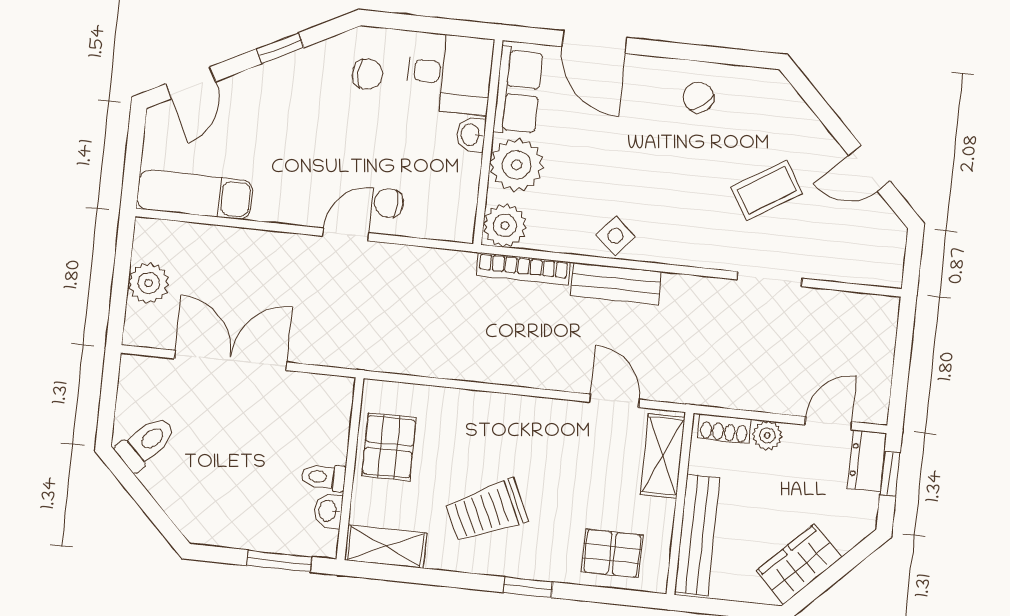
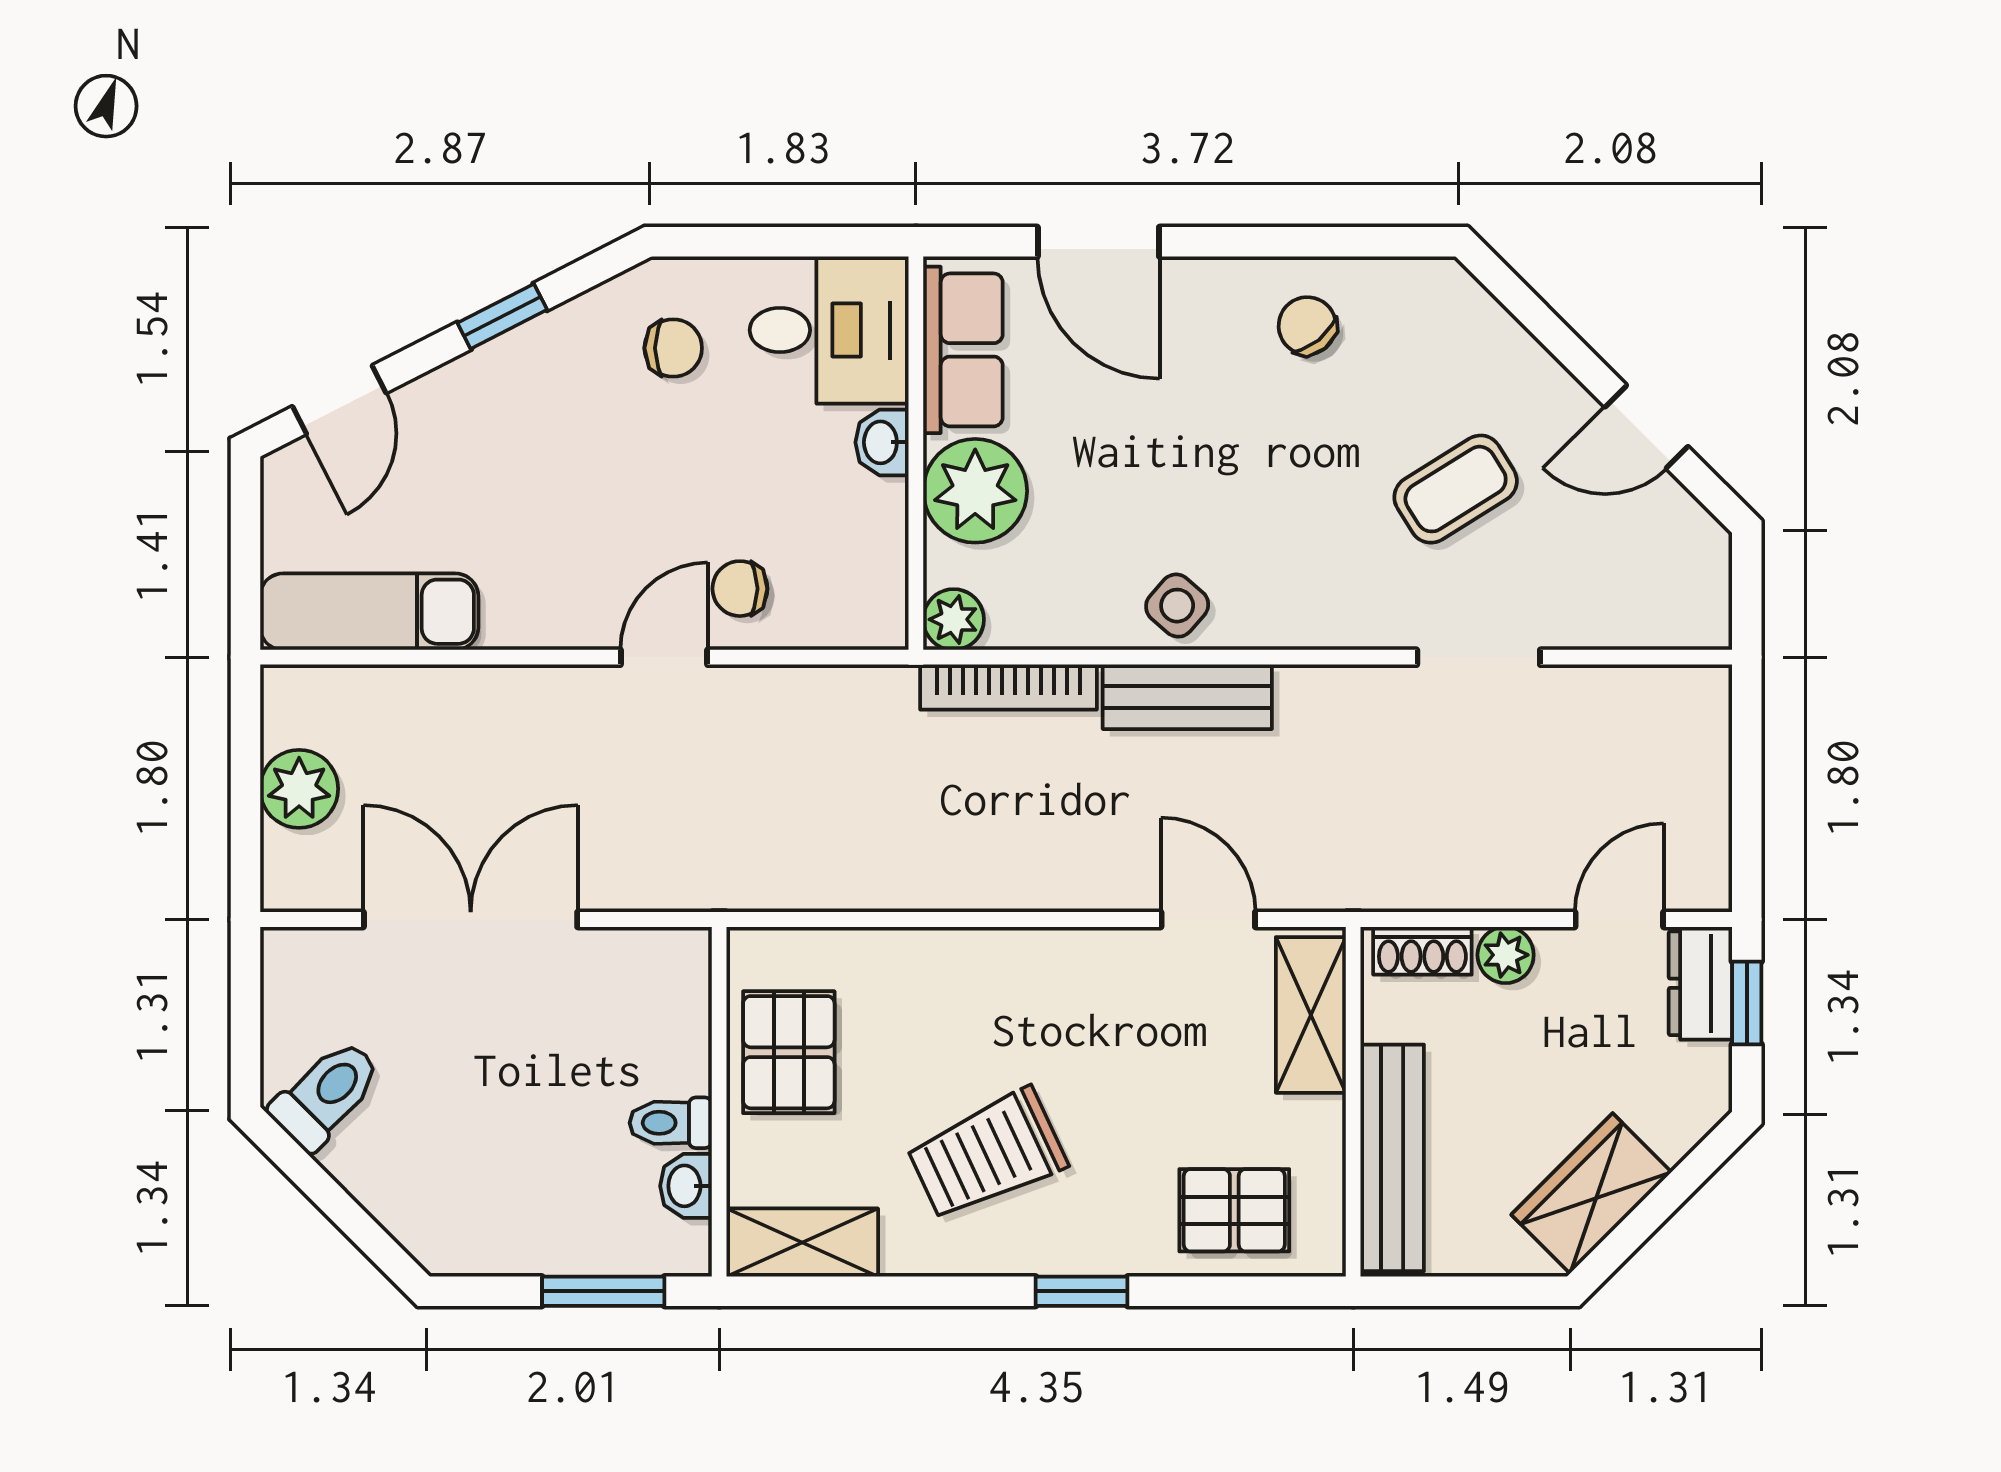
plant: (505, 225) -> (954, 619), width x0.73, depth x0.73

